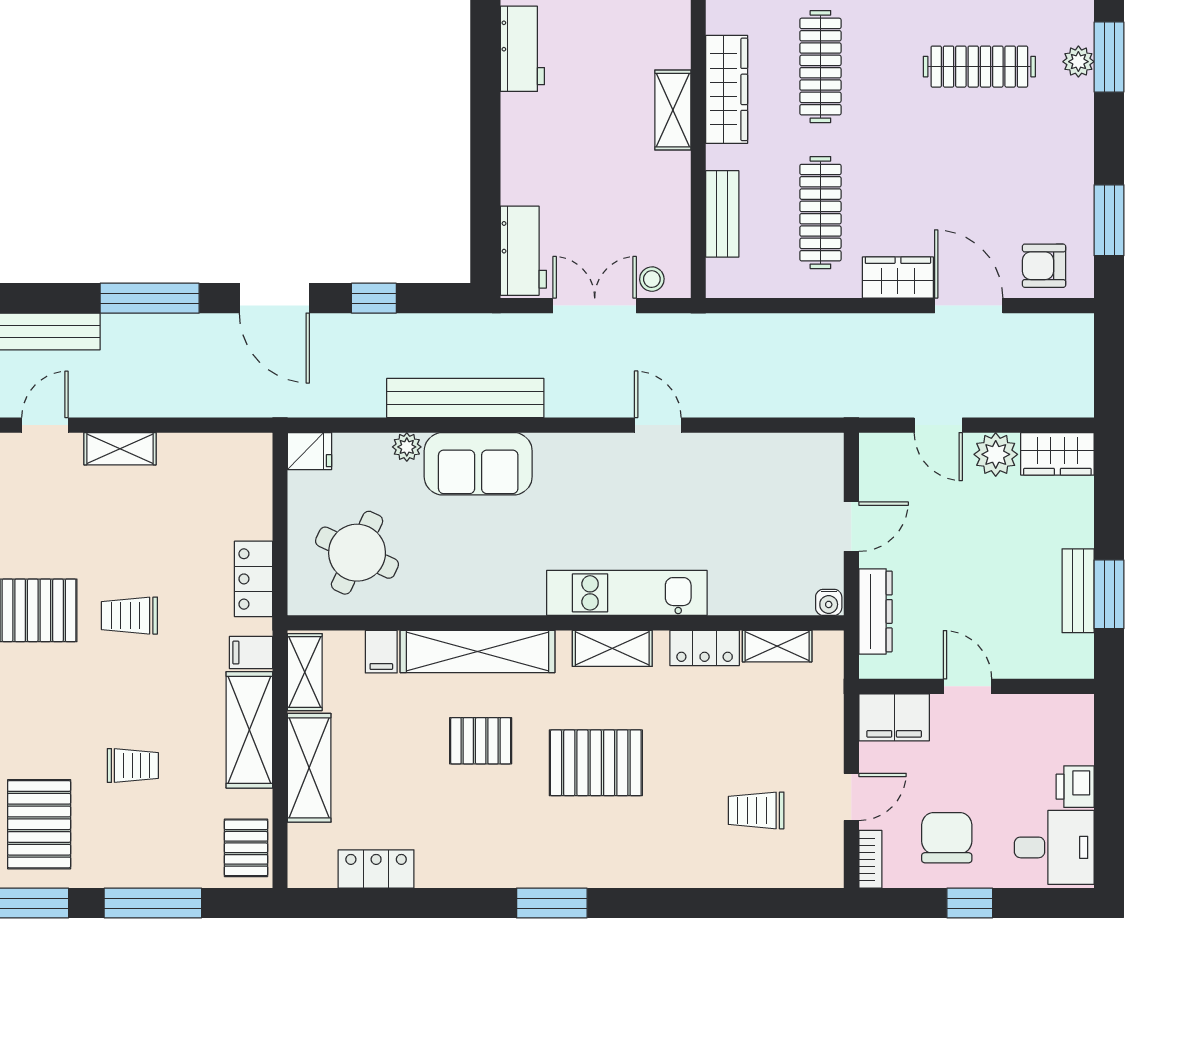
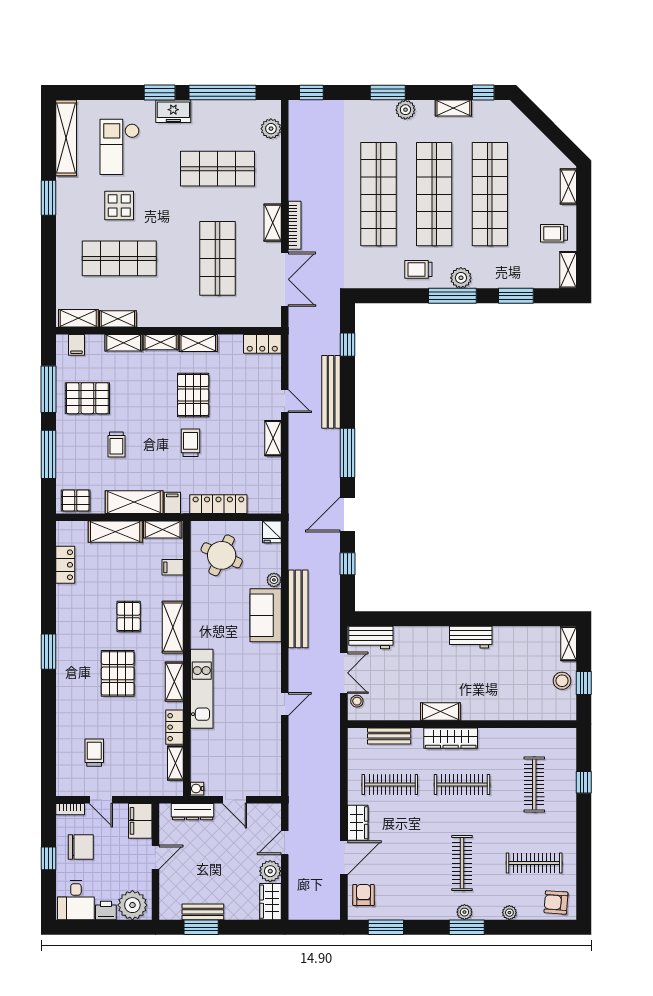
locker: (253, 579) -> (218, 504), width x1.53
shelving: (478, 652) -> (173, 627), width x0.68
plant: (1064, 733) -> (132, 905), added

